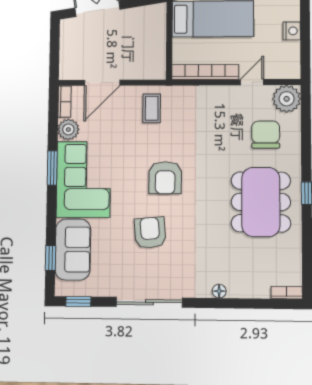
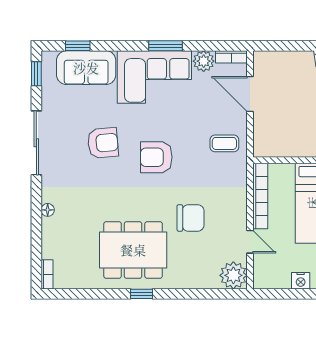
chair: (266, 135) -> (191, 218), moved

